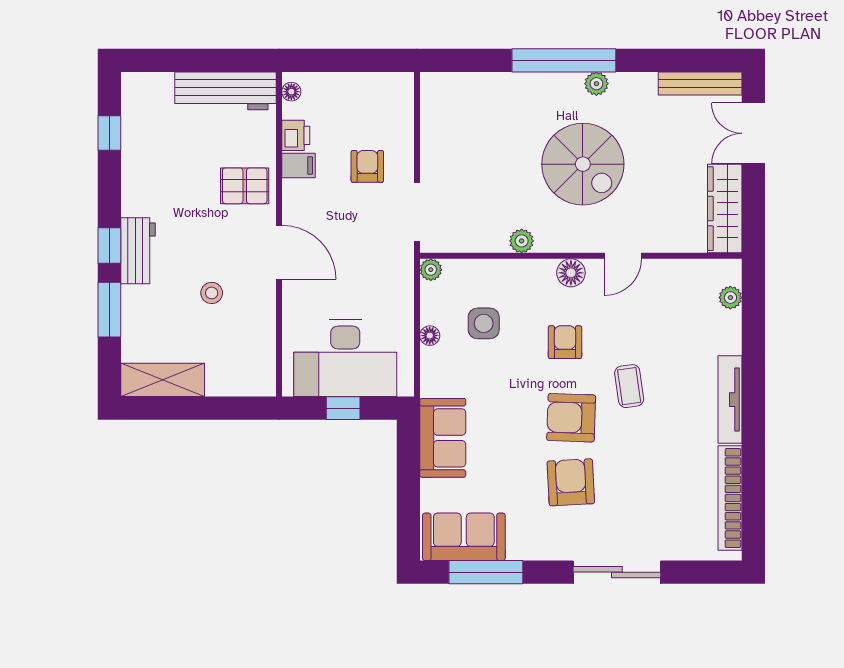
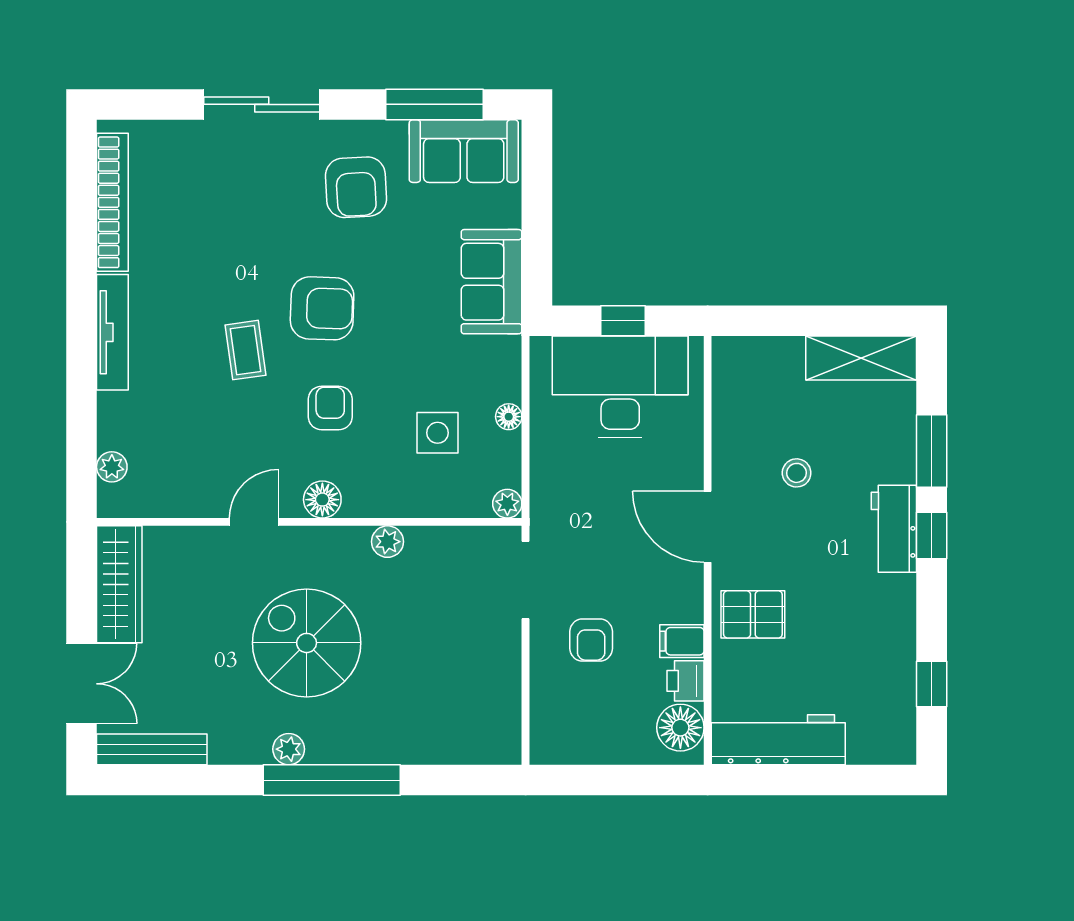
floor lamp: (291, 92) -> (680, 728), width x1.89, depth x1.89
armchair: (565, 342) -> (330, 408), turned 180
armchair: (571, 482) -> (356, 187), moved

